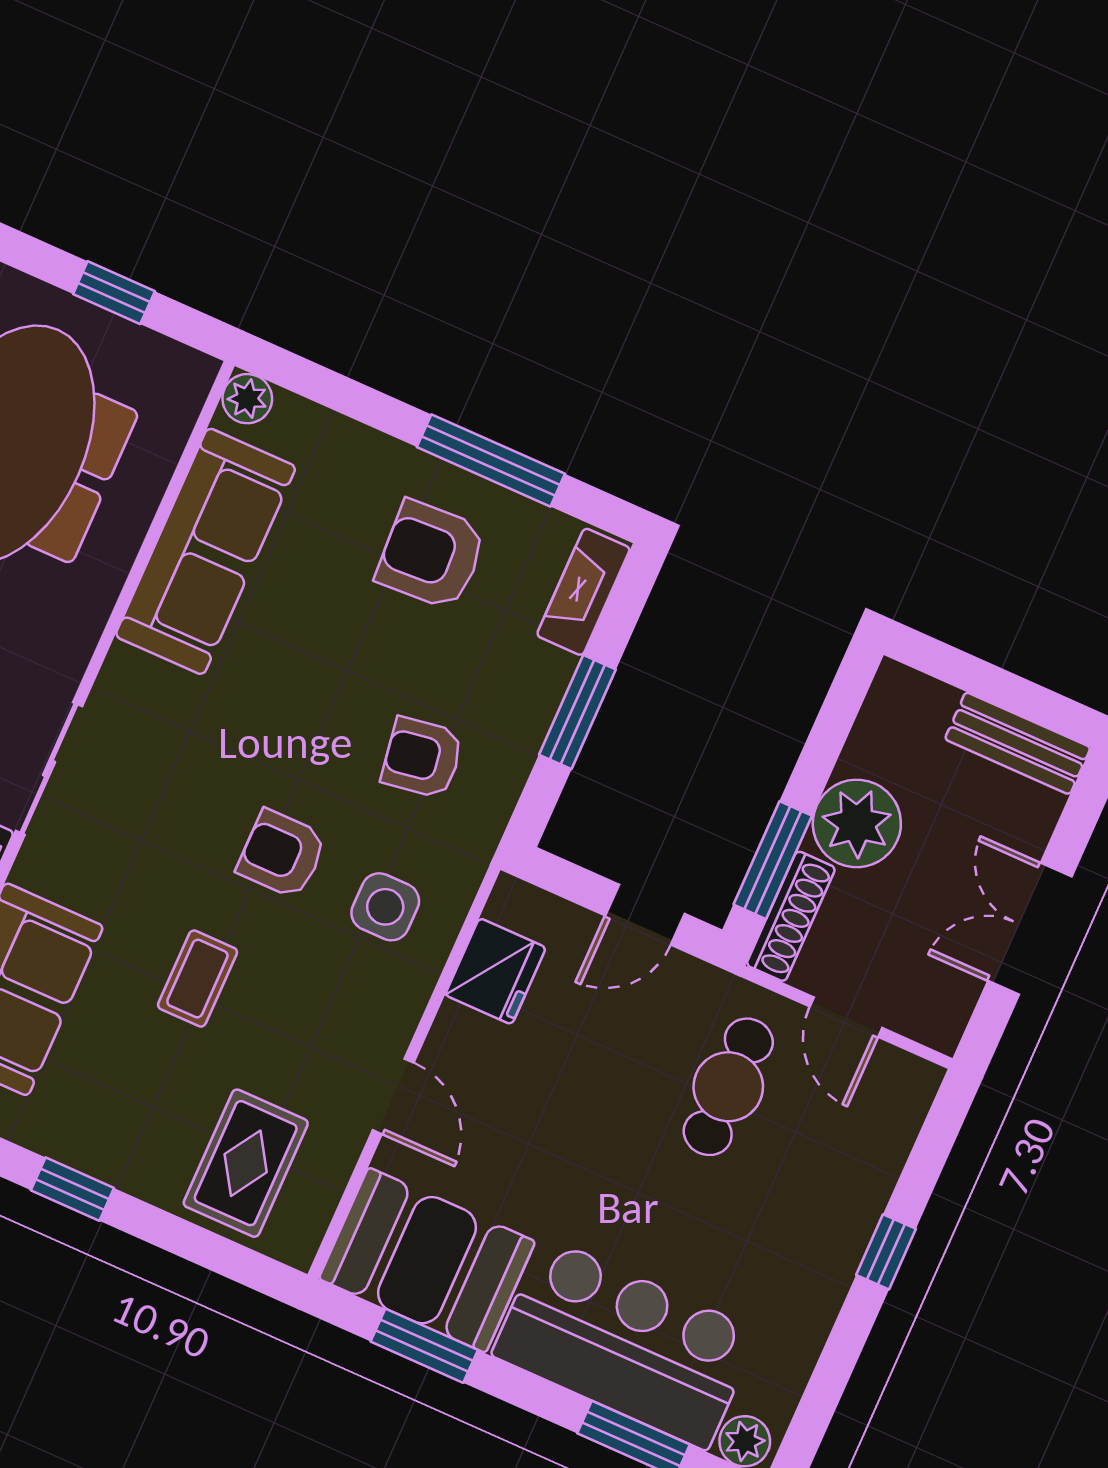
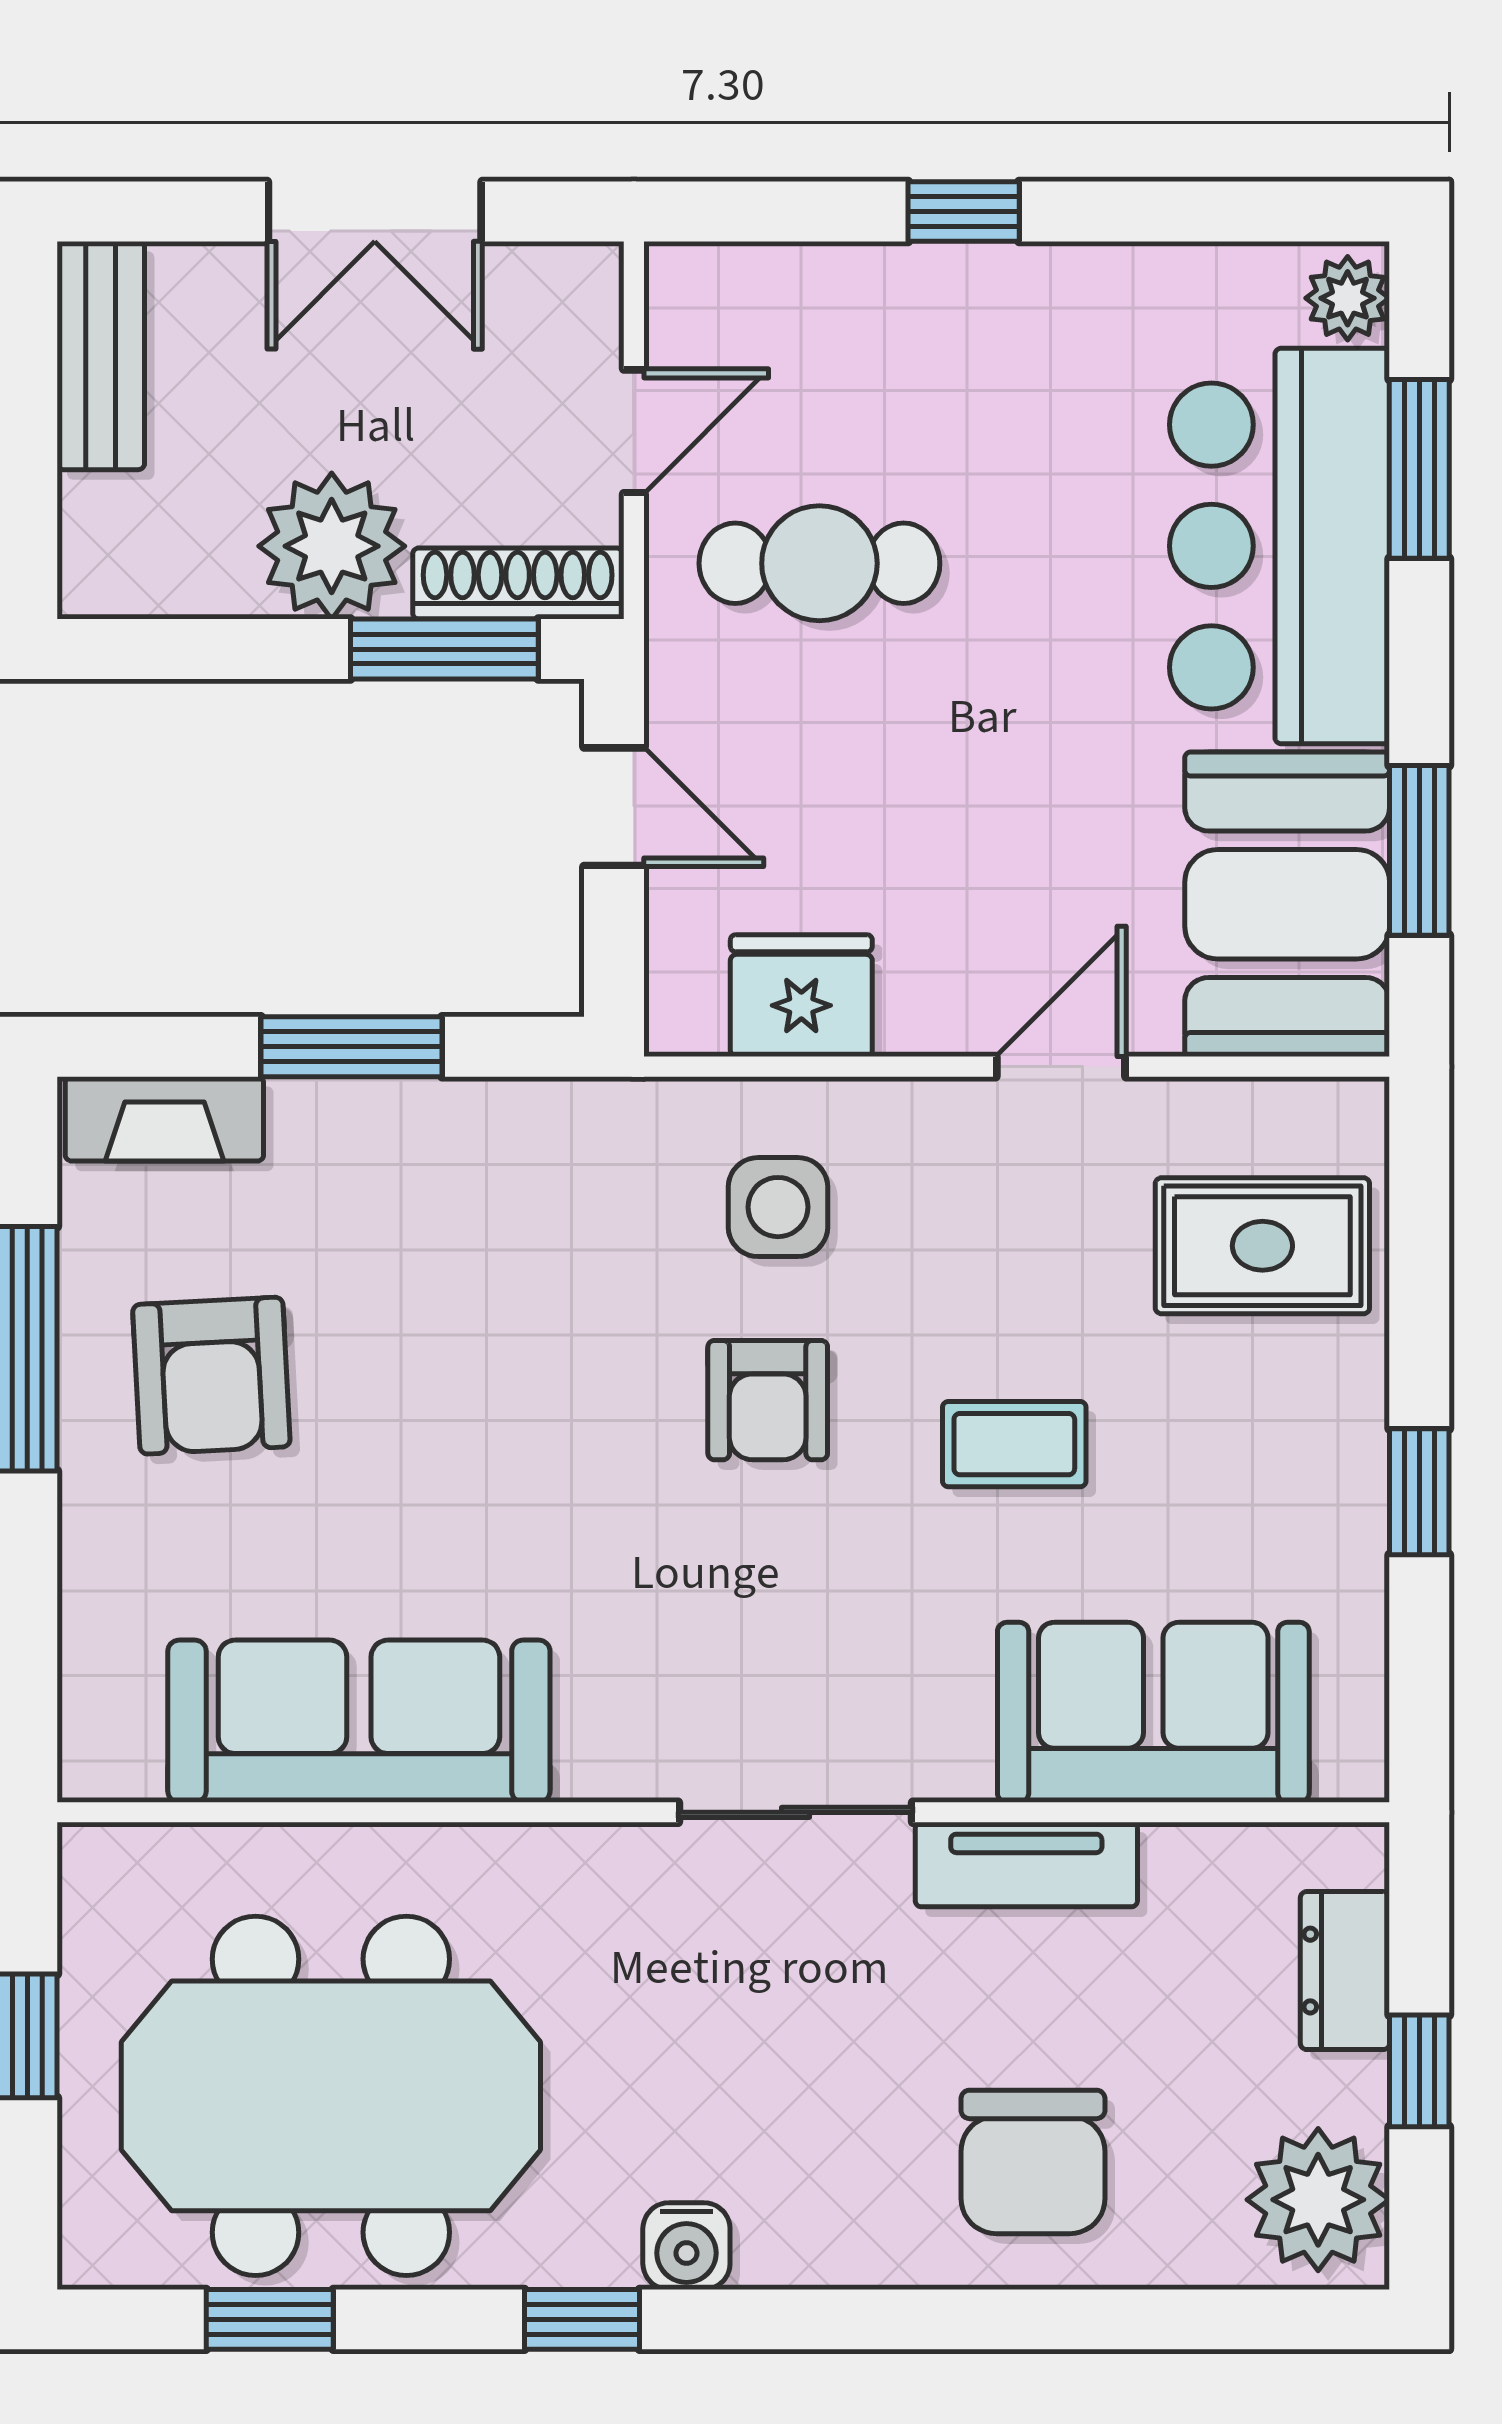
plant: (247, 399) -> (98, 1761), removed
armchair: (422, 758) -> (526, 1252), removed

